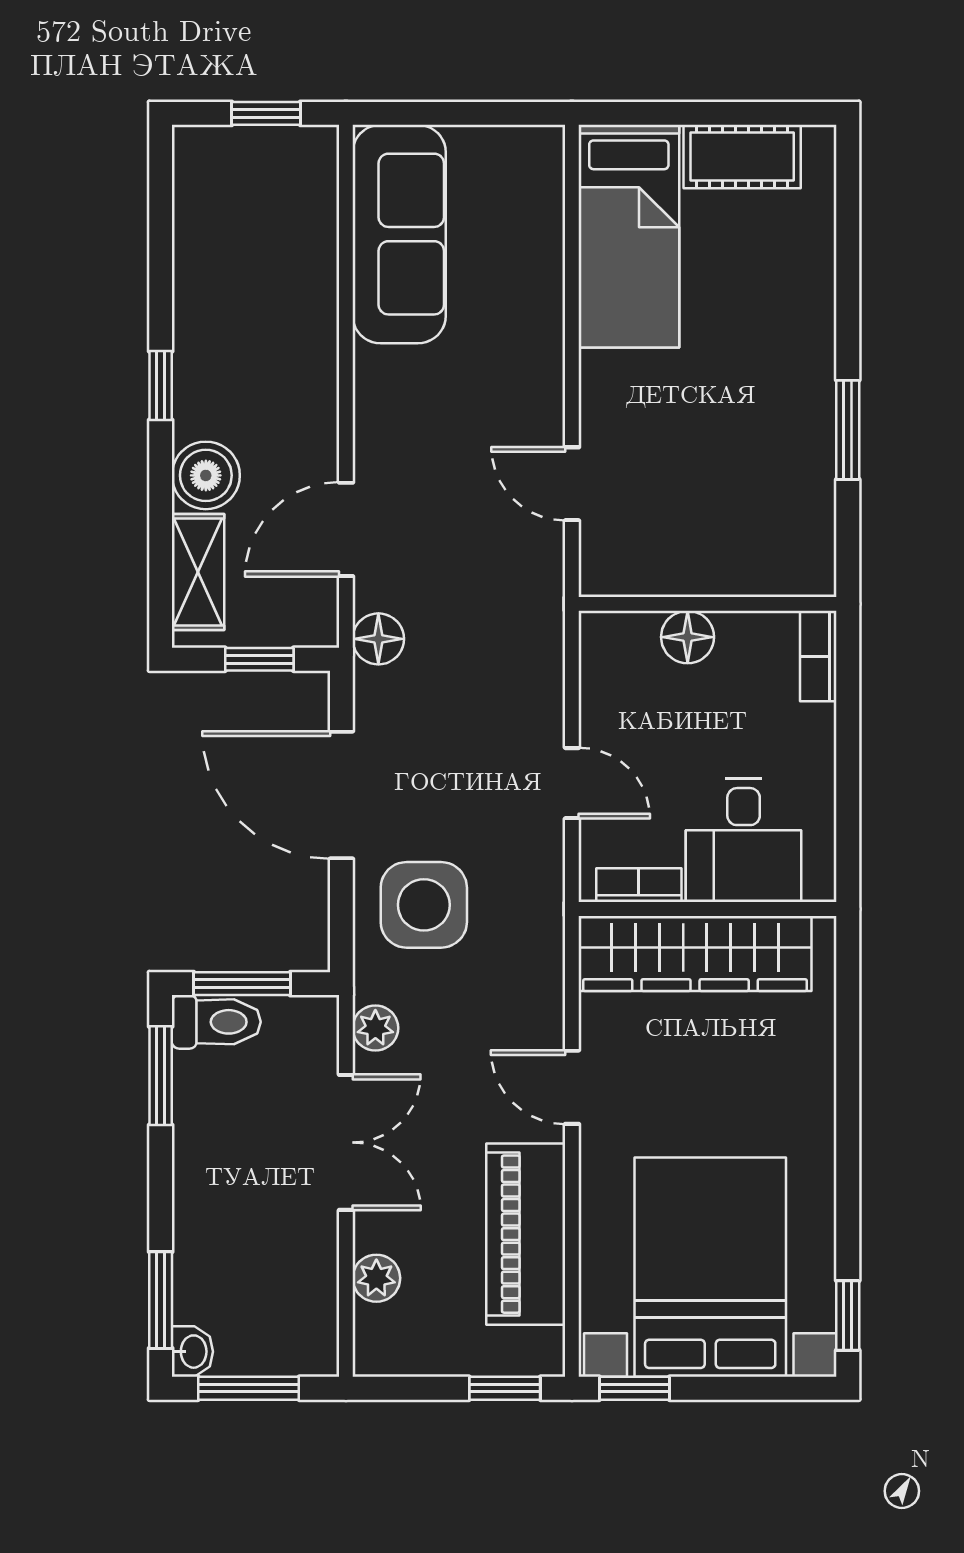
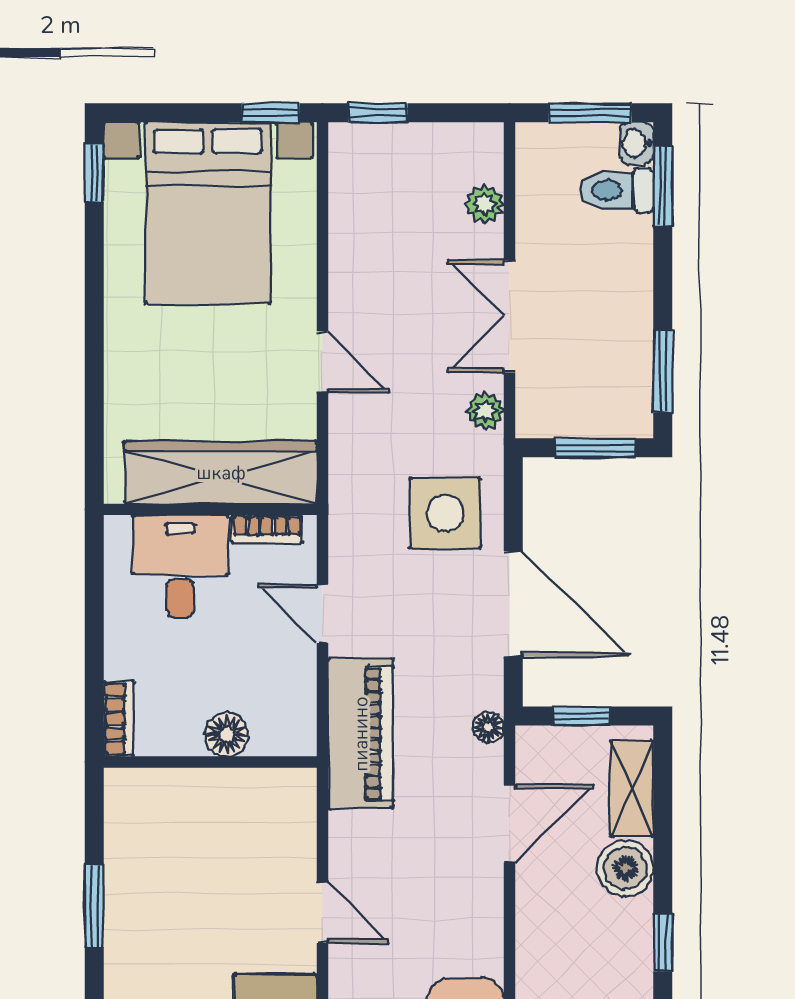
door: (572, 484) -> (322, 913), moved
floor lamp: (378, 639) -> (488, 727), width x0.73, depth x0.73
toilet: (216, 1022) -> (617, 190), moved
piano: (526, 1234) -> (361, 734), moved

